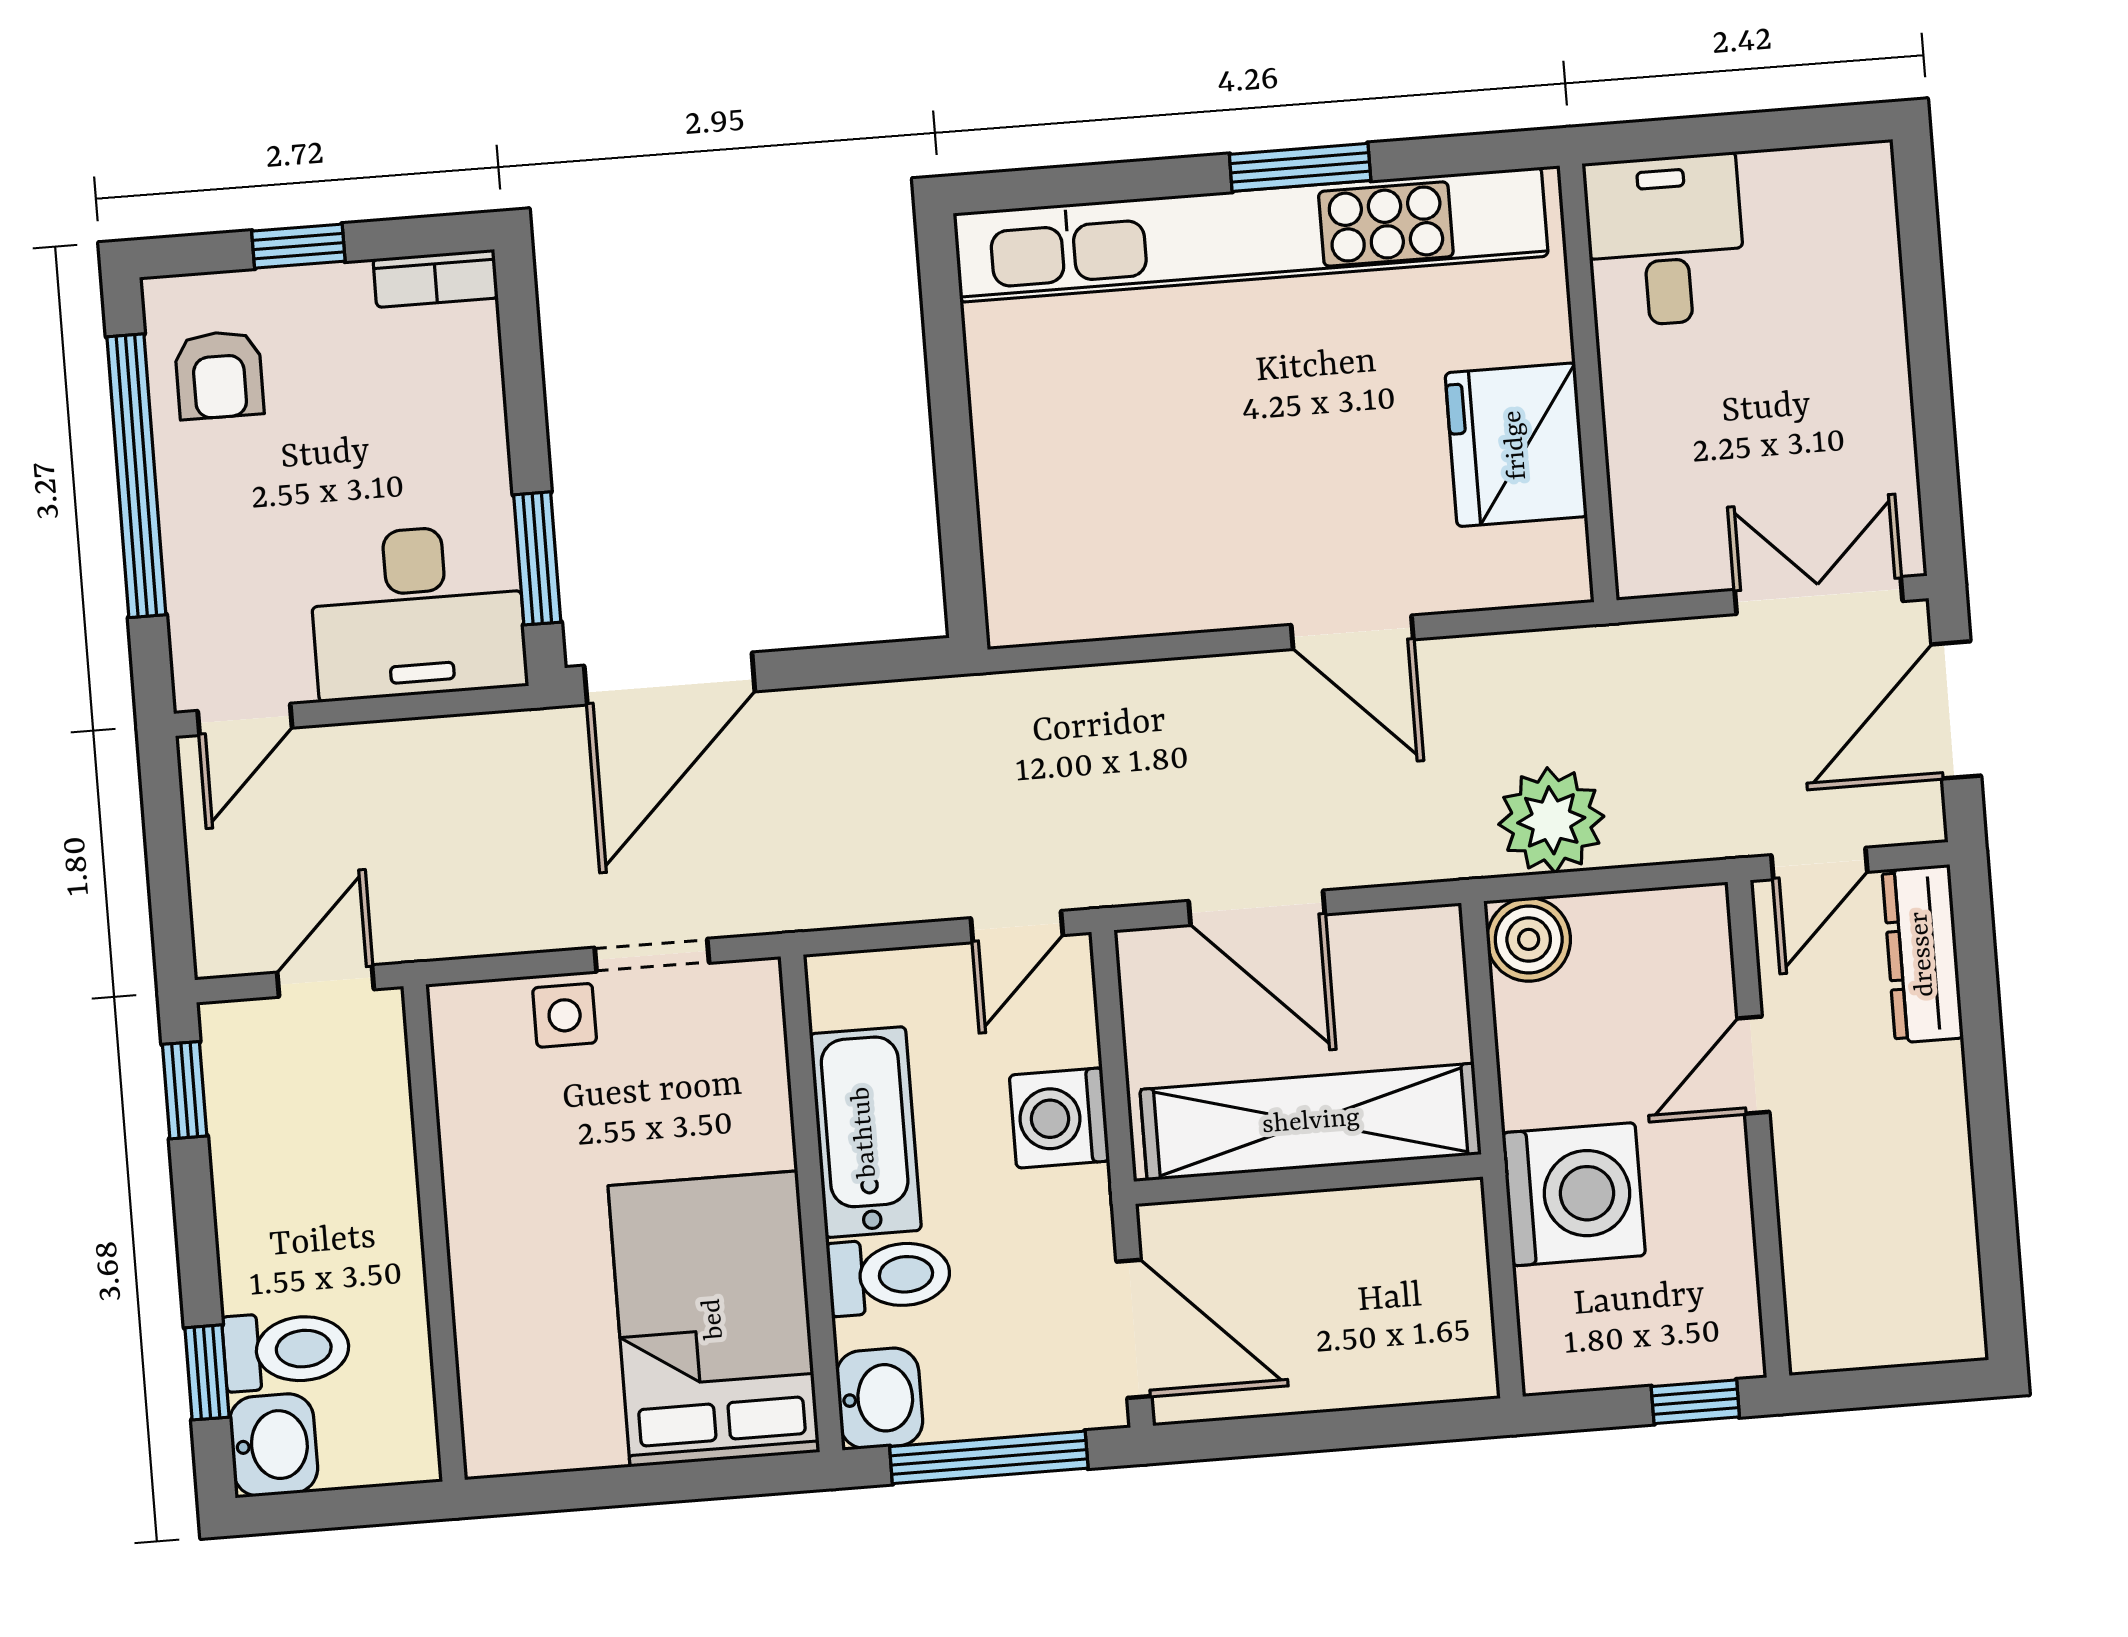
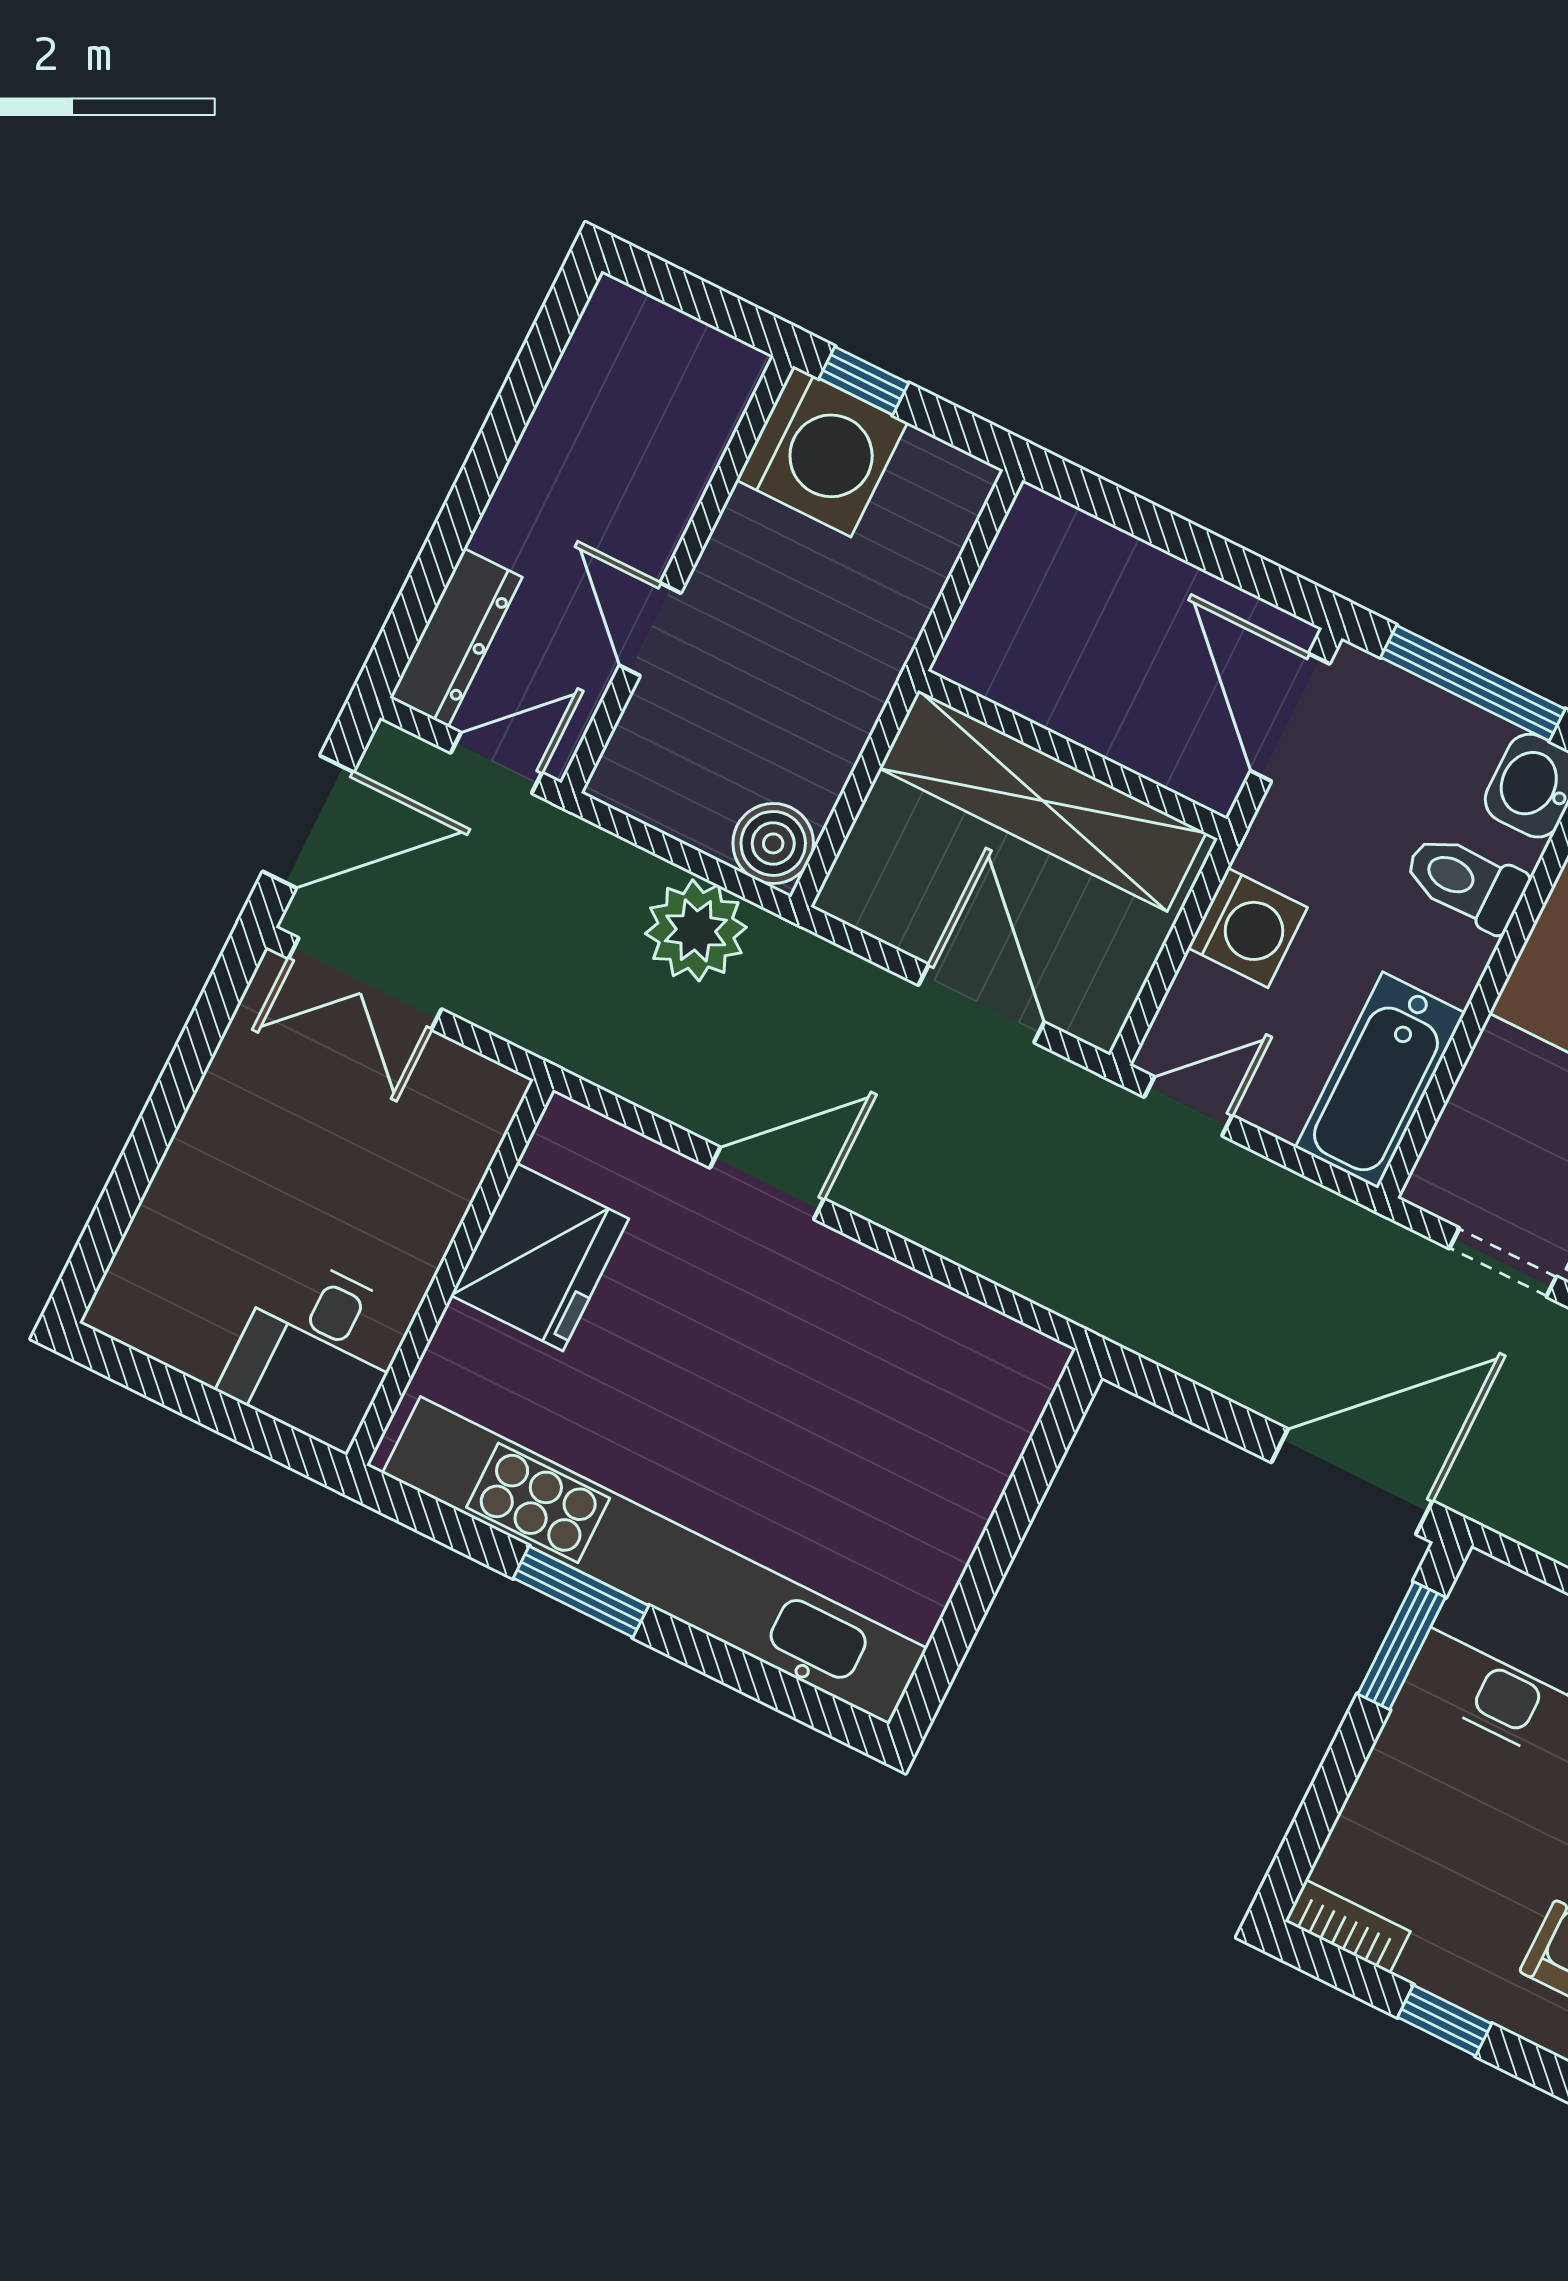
door: (1352, 632) -> (767, 1183), hinge flipped
door: (1753, 1065) -> (650, 629), swing flipped
bathtub: (865, 1132) -> (1380, 1080), moved
washing machine: (1574, 1194) -> (822, 451), moved, turned 180

